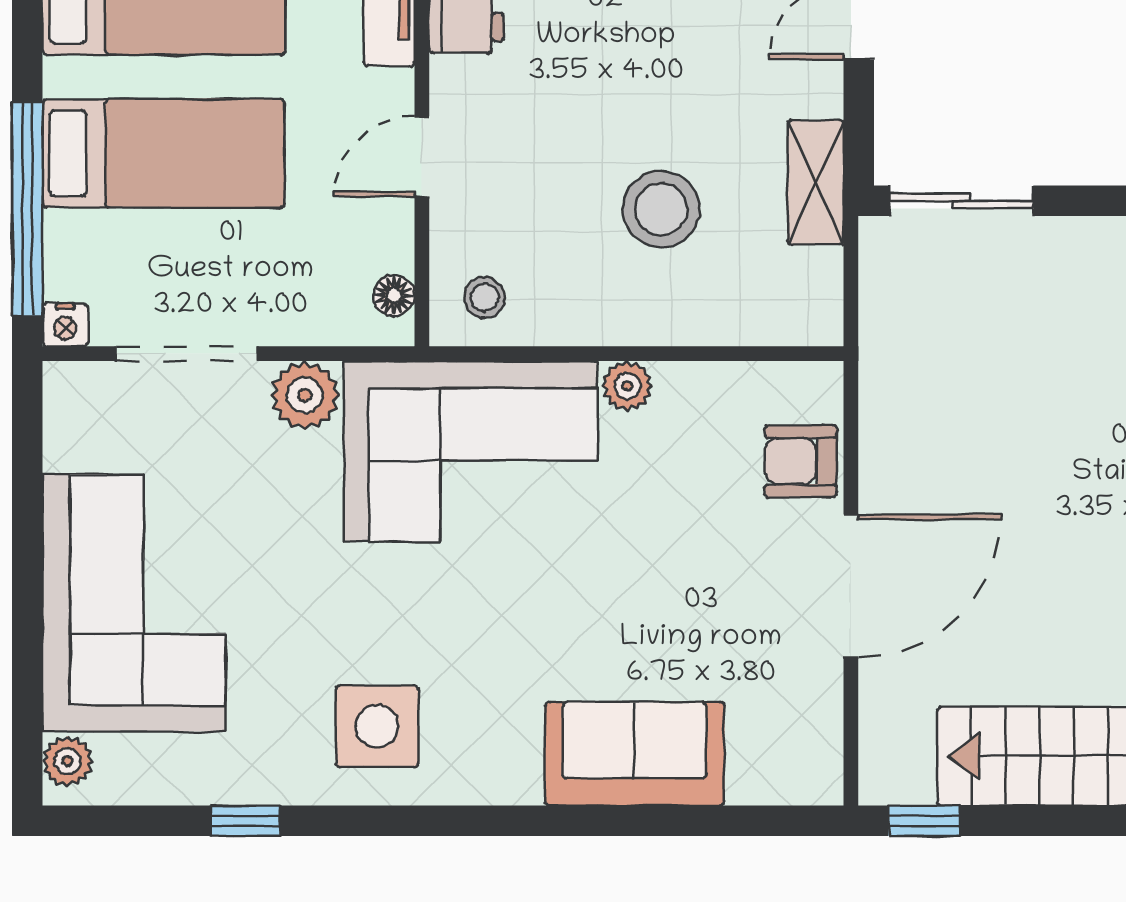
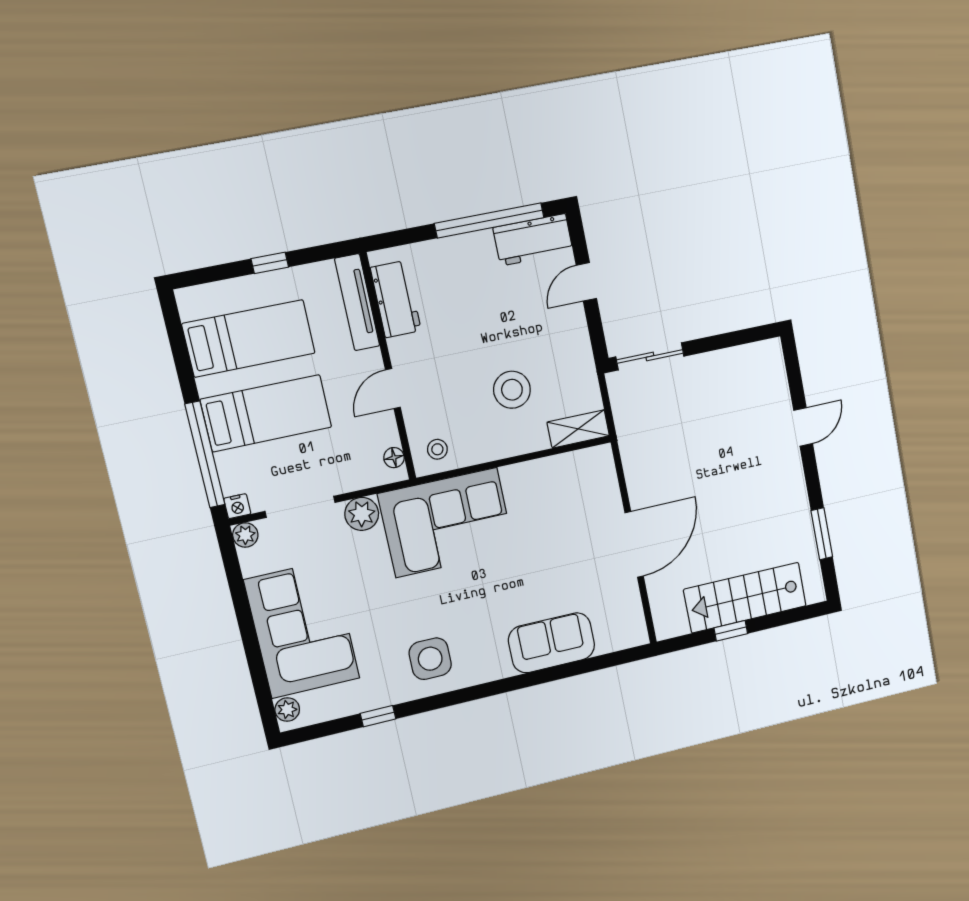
shelving: (816, 183) -> (578, 429), moved, turned 90
plant: (627, 386) -> (245, 535), moved
armchair: (801, 461) -> (600, 493), removed
window: (924, 821) -> (731, 631), moved

